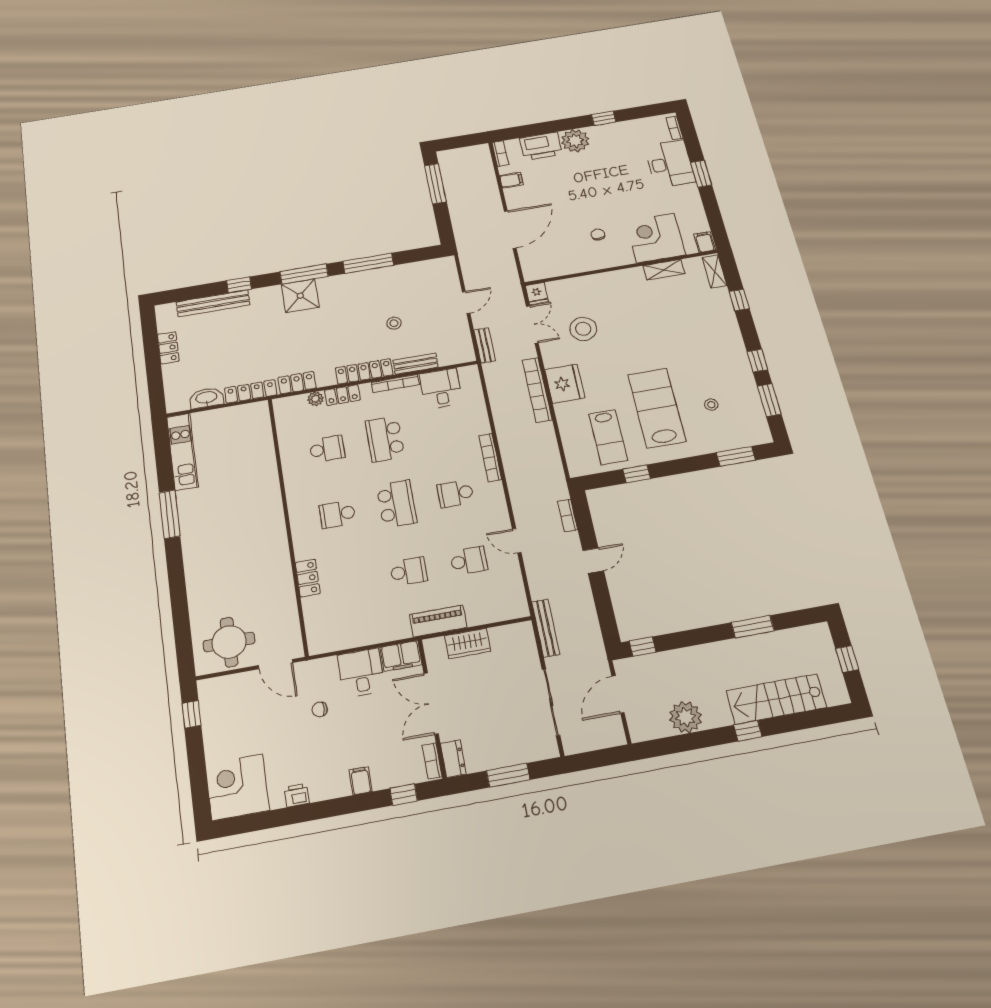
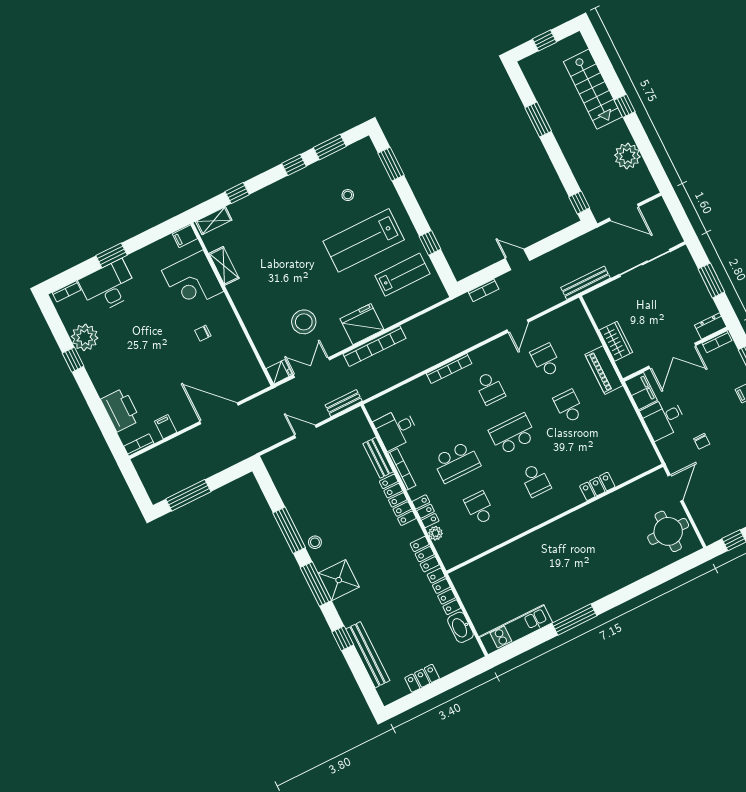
plant: (575, 141) -> (85, 337), moved
stool: (394, 323) -> (315, 542), moved

